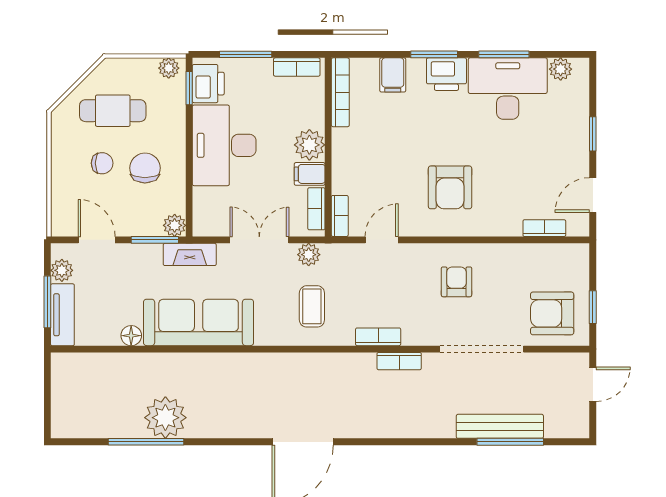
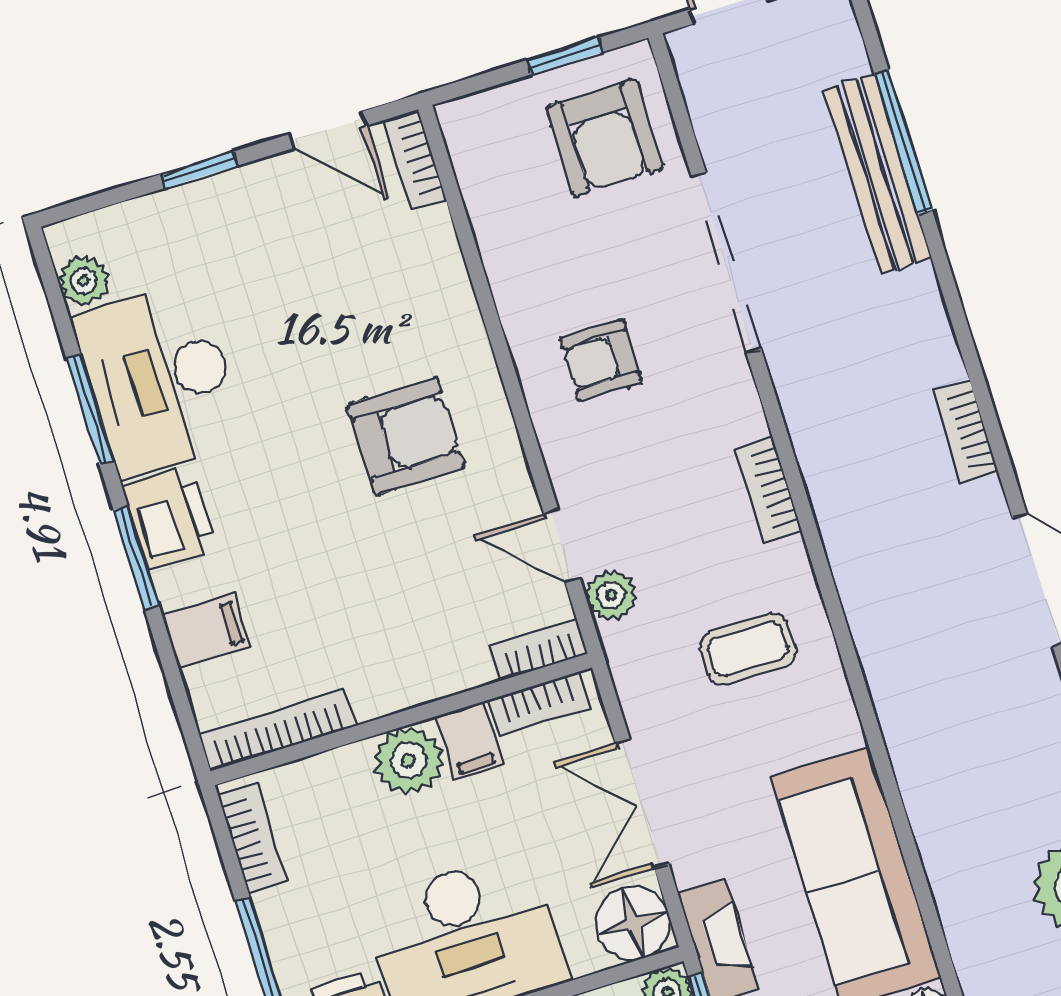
floor lamp: (209, 220) -> (633, 923), added
bookcase: (544, 228) -> (414, 160), moved
plant: (309, 255) -> (611, 595), moved
bookcase: (399, 361) -> (966, 432), moved, turned 180

